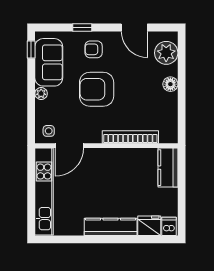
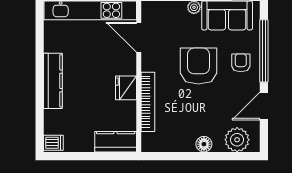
window: (82, 27) -> (264, 51), width x3.17
side table: (49, 131) -> (154, 15), removed
fridge: (149, 226) -> (126, 88), moved, turned 180

